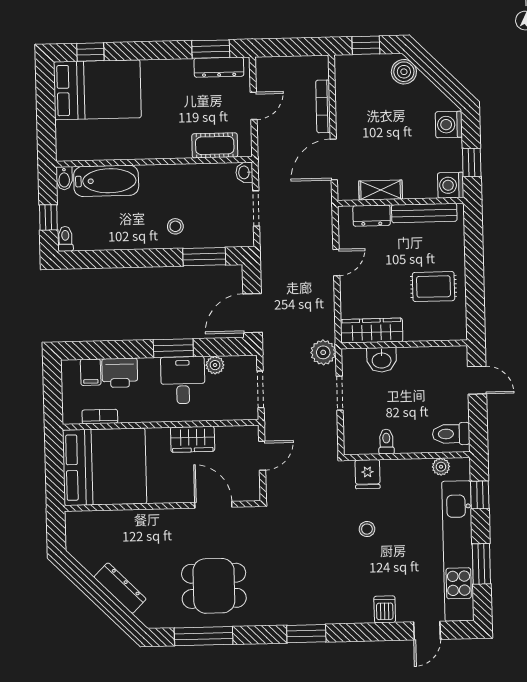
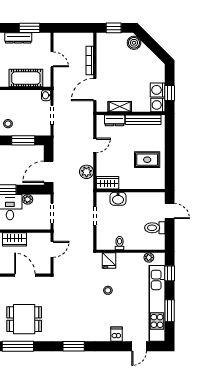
dresser: (219, 67) -> (18, 38), moved
door: (254, 106) -> (52, 59), hinge flipped
washing machine: (449, 125) -> (158, 90), moved
cot: (215, 145) -> (26, 78), width x1.37, depth x1.34
wardrobe: (372, 331) -> (107, 183), width x0.67
plant: (323, 352) -> (87, 172), moved
toilet: (451, 434) -> (155, 228), moved

